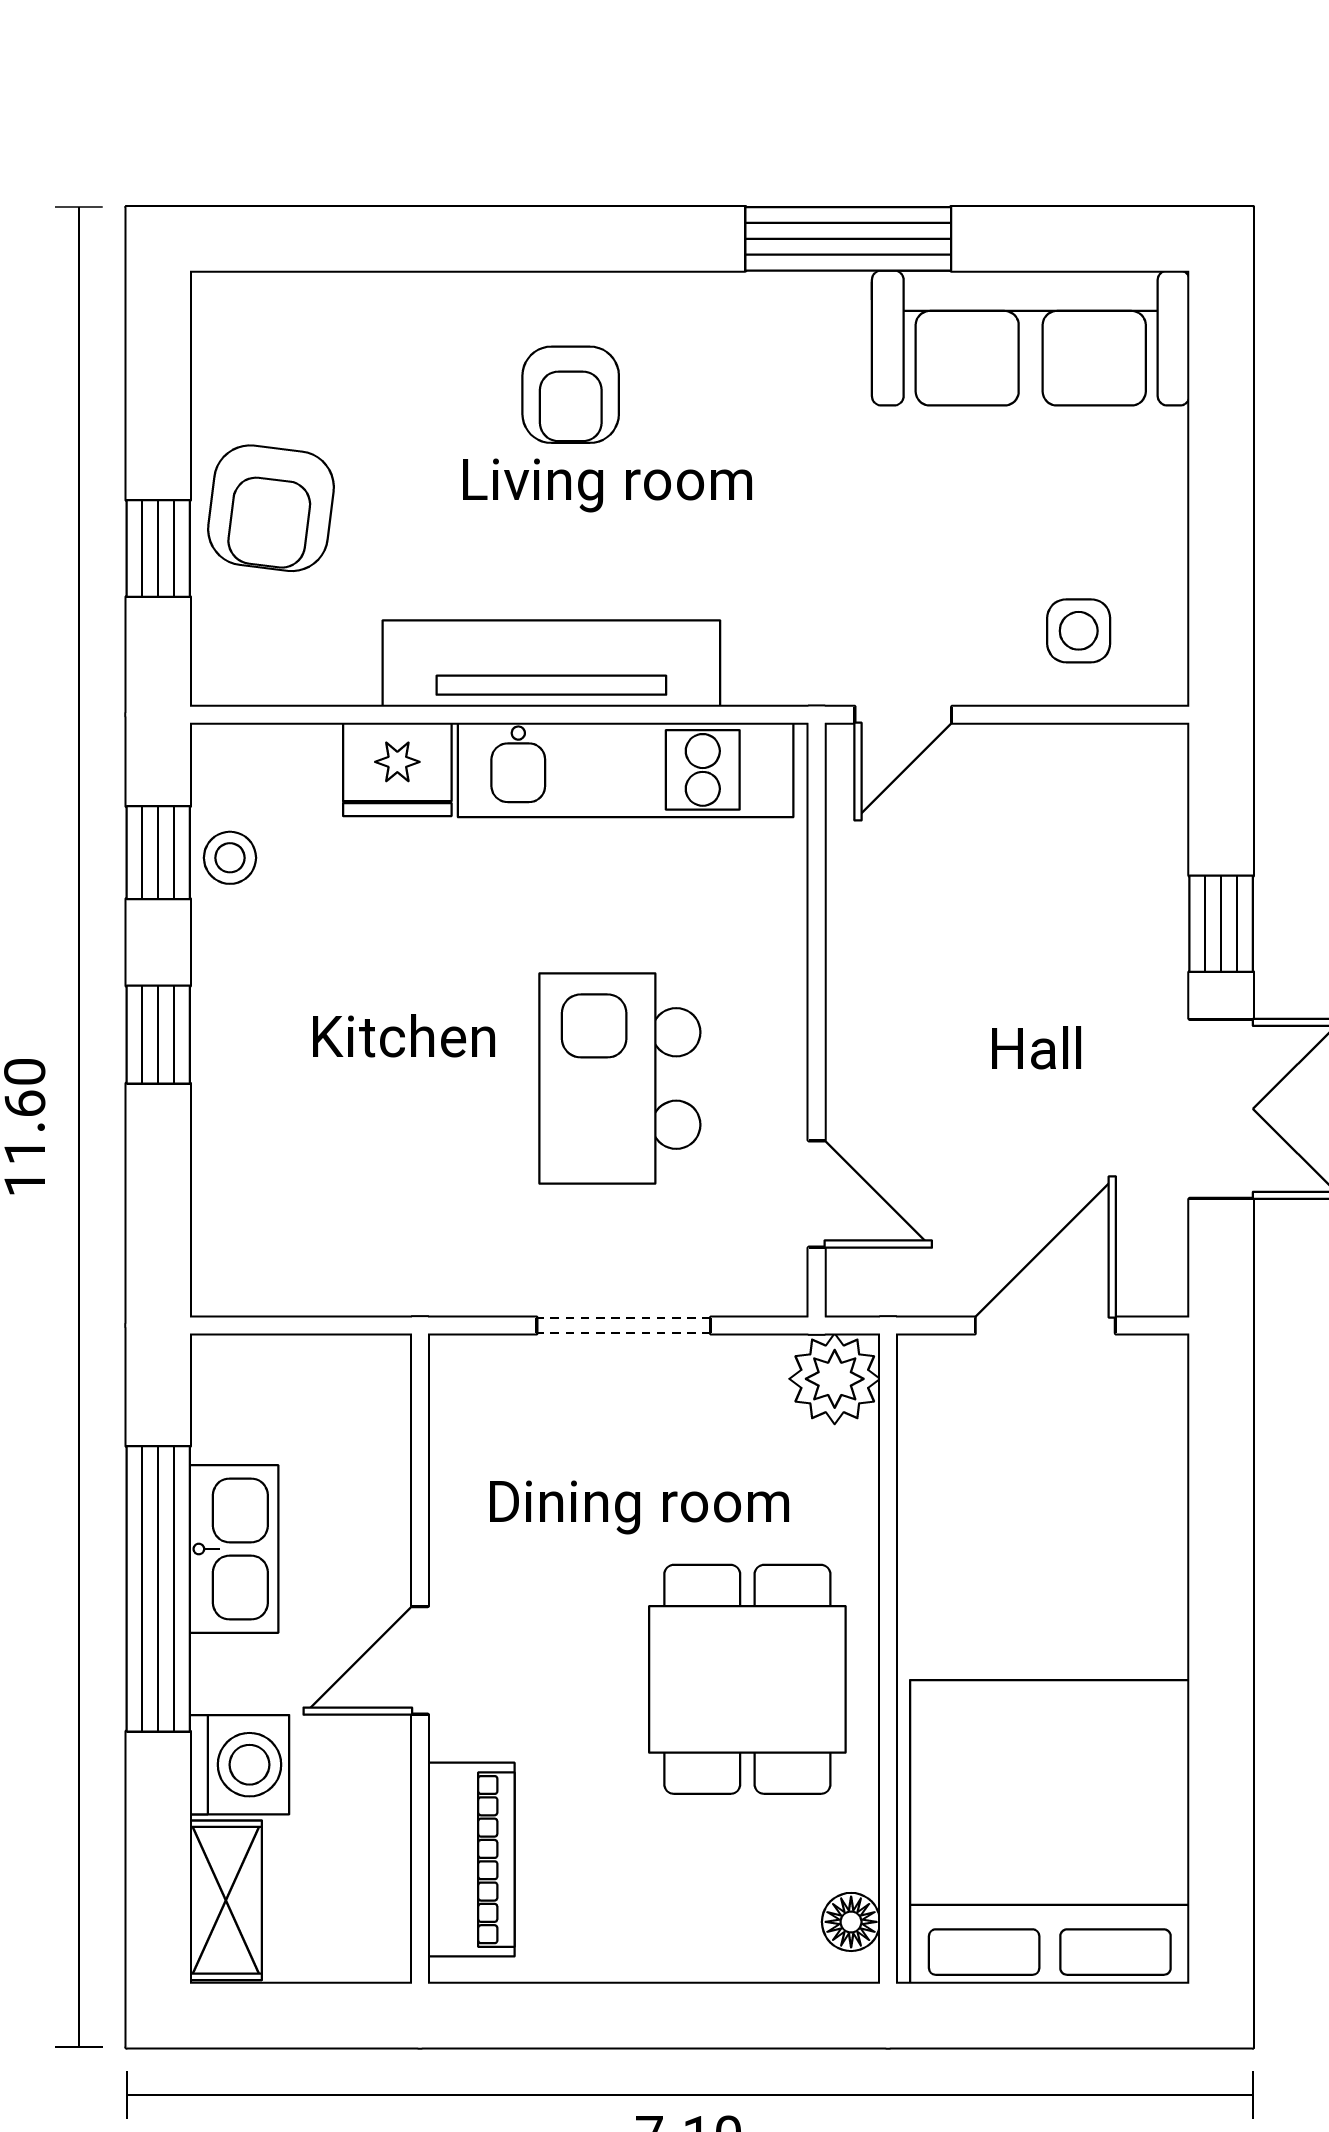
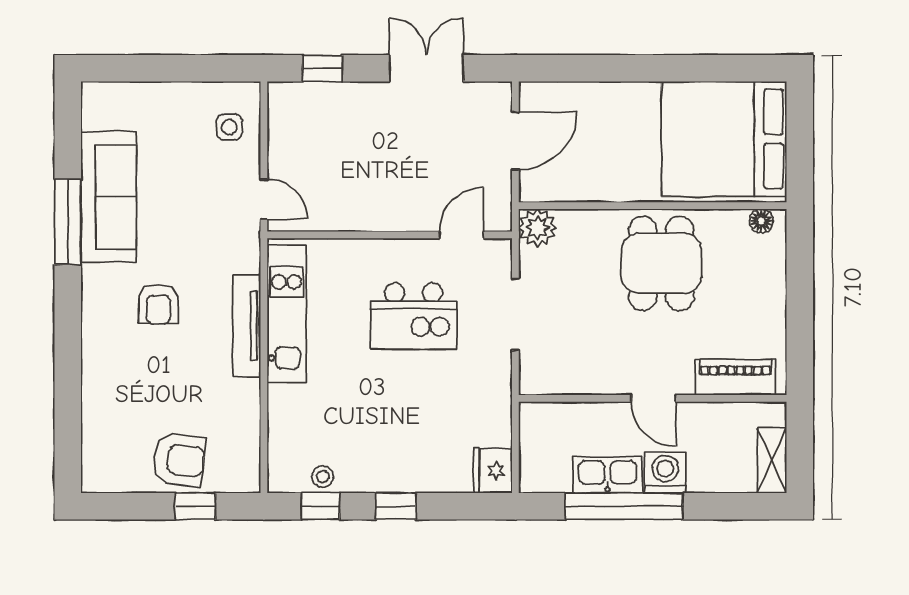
sofa: (1031, 338) -> (109, 197), moved
armchair: (571, 395) -> (158, 304), moved, turned 90
tv unit: (551, 664) -> (247, 326), width x0.73, depth x0.78
fridge: (397, 769) -> (493, 471), moved, turned 180
window: (1221, 924) -> (322, 68), moved
door: (1045, 1326) -> (515, 141), swing flipped
dining table: (747, 1679) -> (661, 263), turned 90
washing machine: (240, 1765) -> (665, 473), moved
shelving: (226, 1900) -> (772, 460), moved, turned 90

